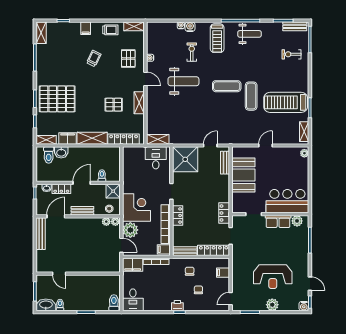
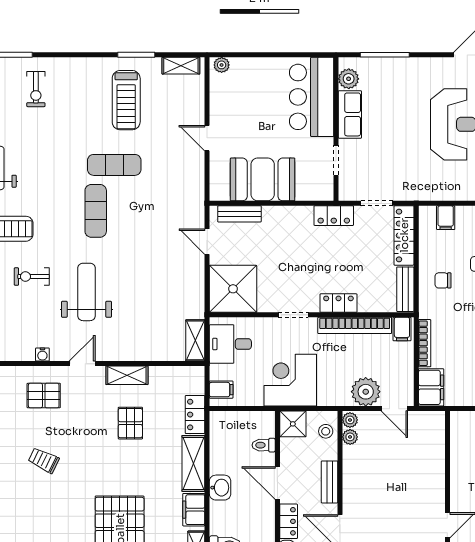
treadmill: (286, 102) -> (126, 100), width x0.73, depth x0.73
locker: (124, 139) -> (195, 415), width x0.66
washbasin: (61, 152) -> (220, 488), moved
filing cabinet: (131, 153) -> (221, 390), added
corner desk: (137, 208) -> (290, 380), moved
door: (121, 245) -> (394, 409), swing flipped

